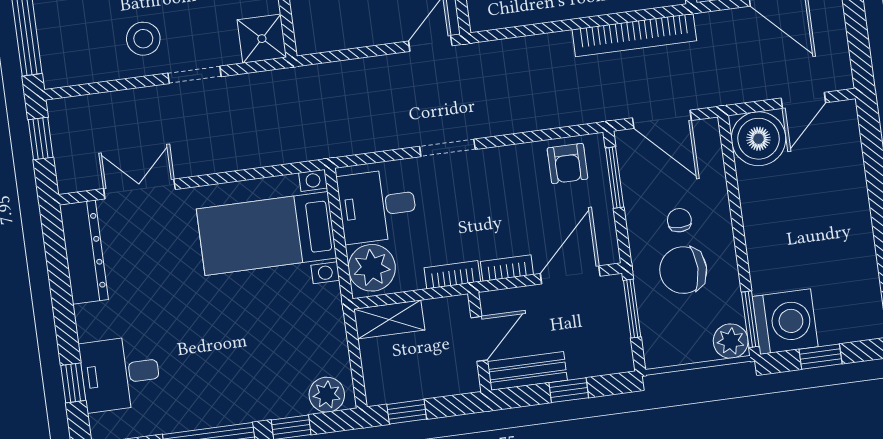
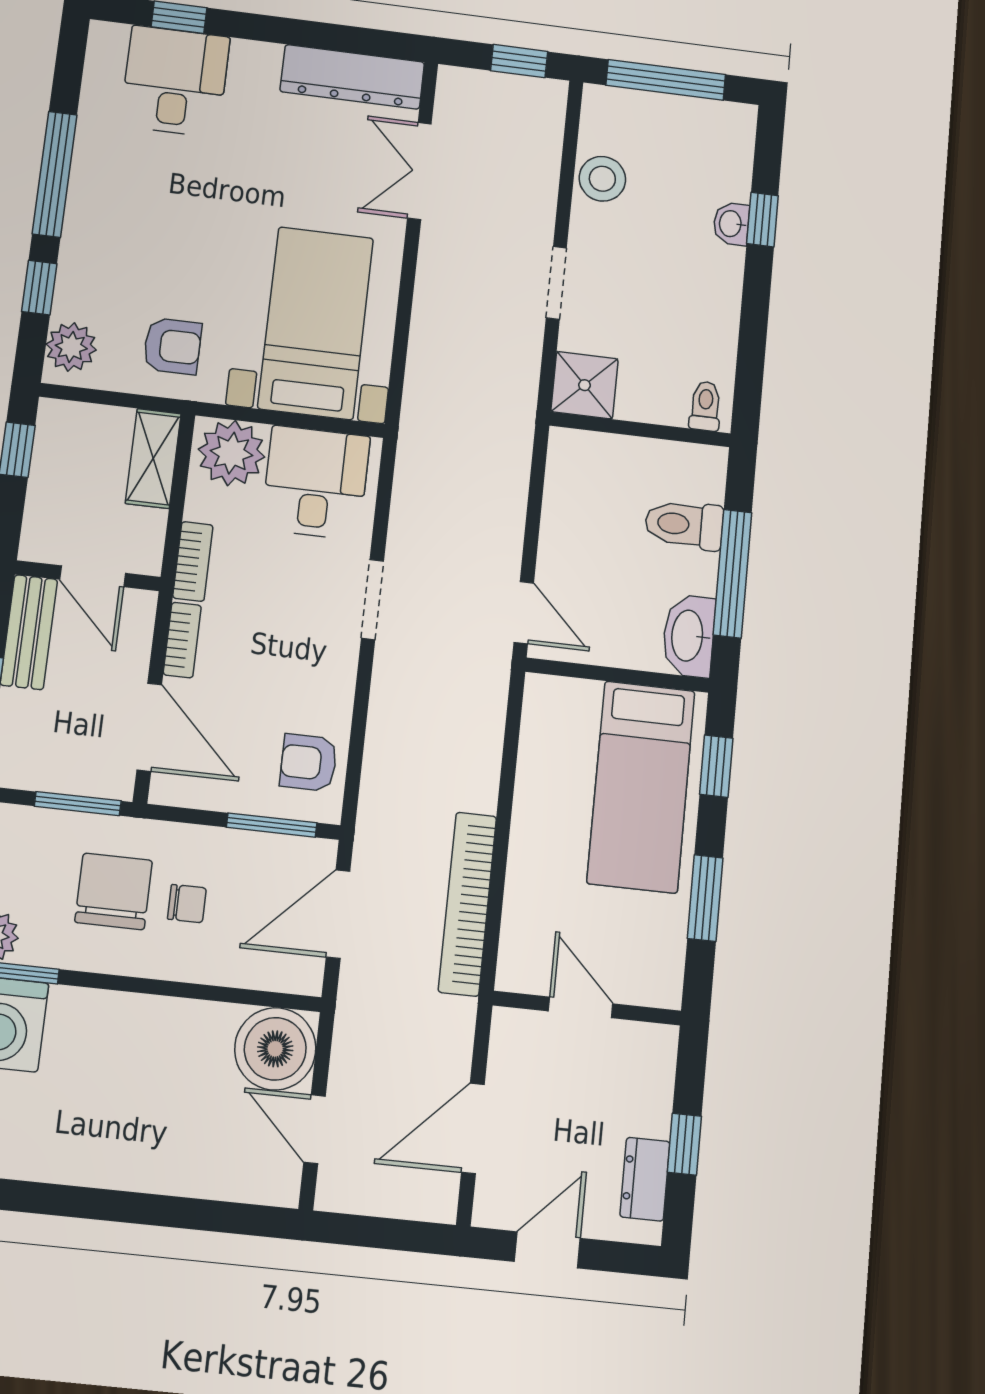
stool: (143, 39) -> (602, 179), moved
double door: (139, 189) -> (419, 171), swing flipped
armchair: (308, 327) -> (172, 346), added

